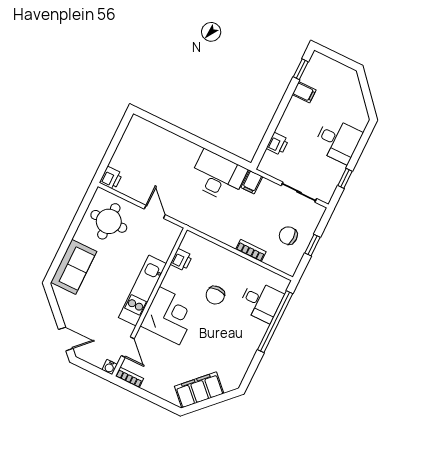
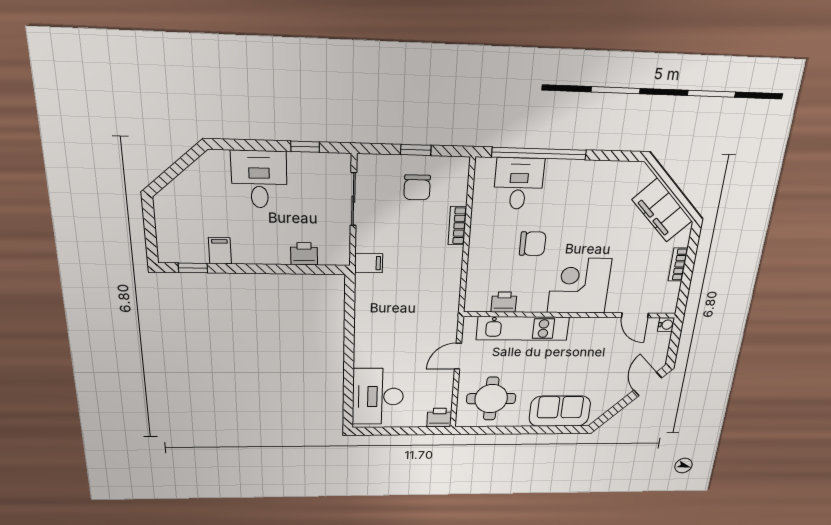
desk: (218, 176) -> (378, 397), moved
kitchen unit: (143, 291) -> (523, 328), moved
door: (128, 347) -> (635, 315), swing flipped
bookcase: (130, 377) -> (678, 264), moved

